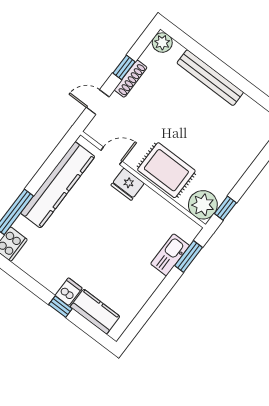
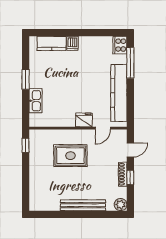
rug: (166, 170) -> (70, 156), moved
plant: (203, 205) -> (38, 138), removed
window: (189, 256) -> (26, 79), moved
window: (60, 307) -> (71, 33), removed

